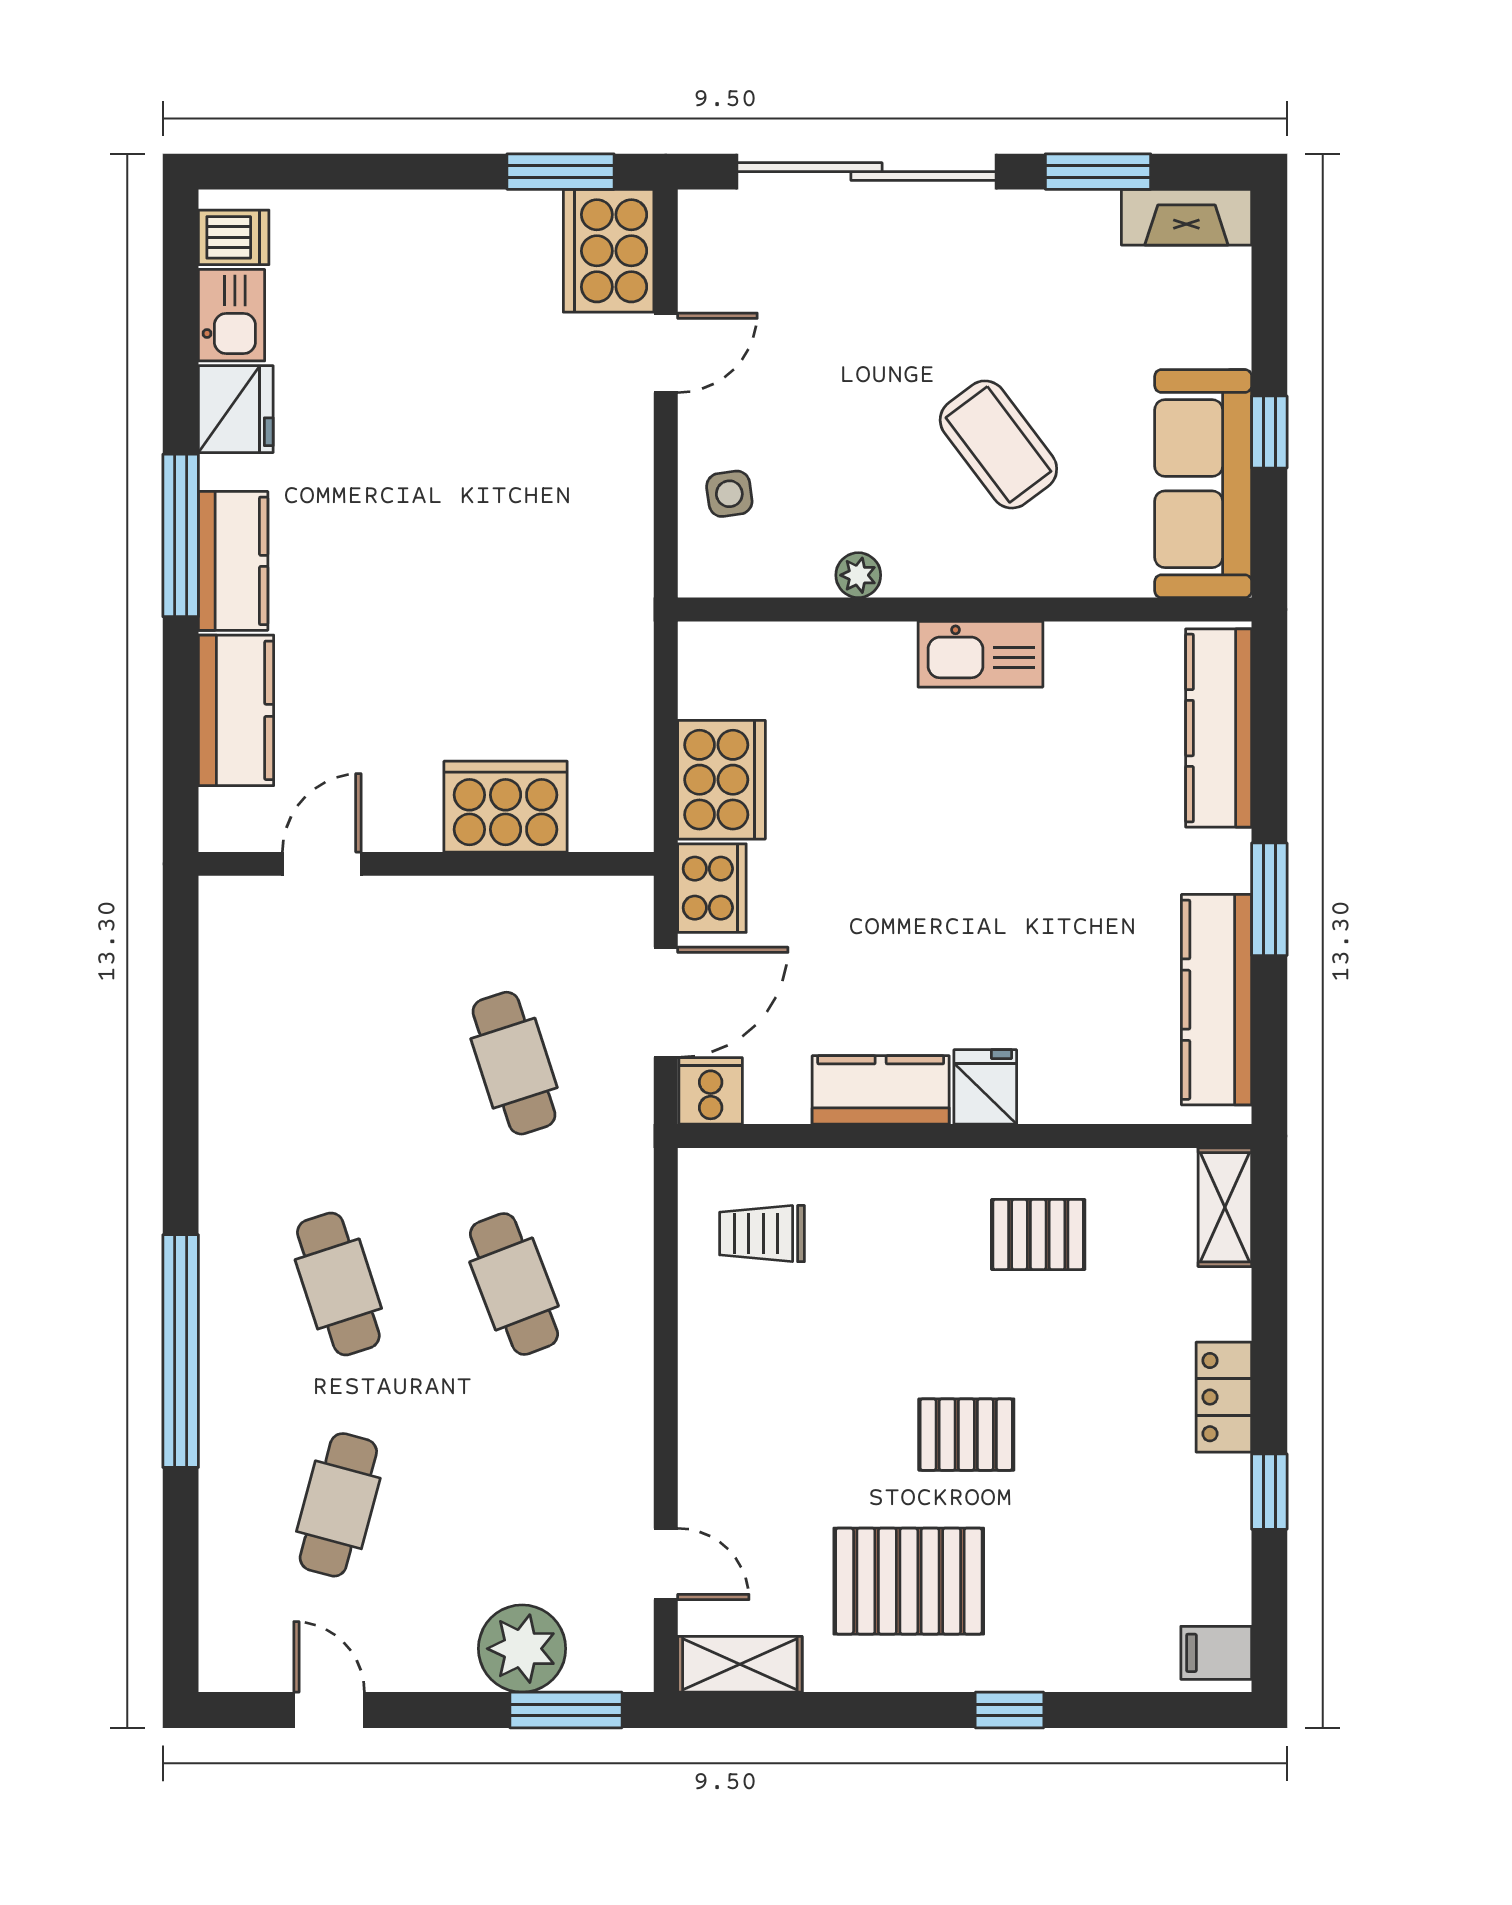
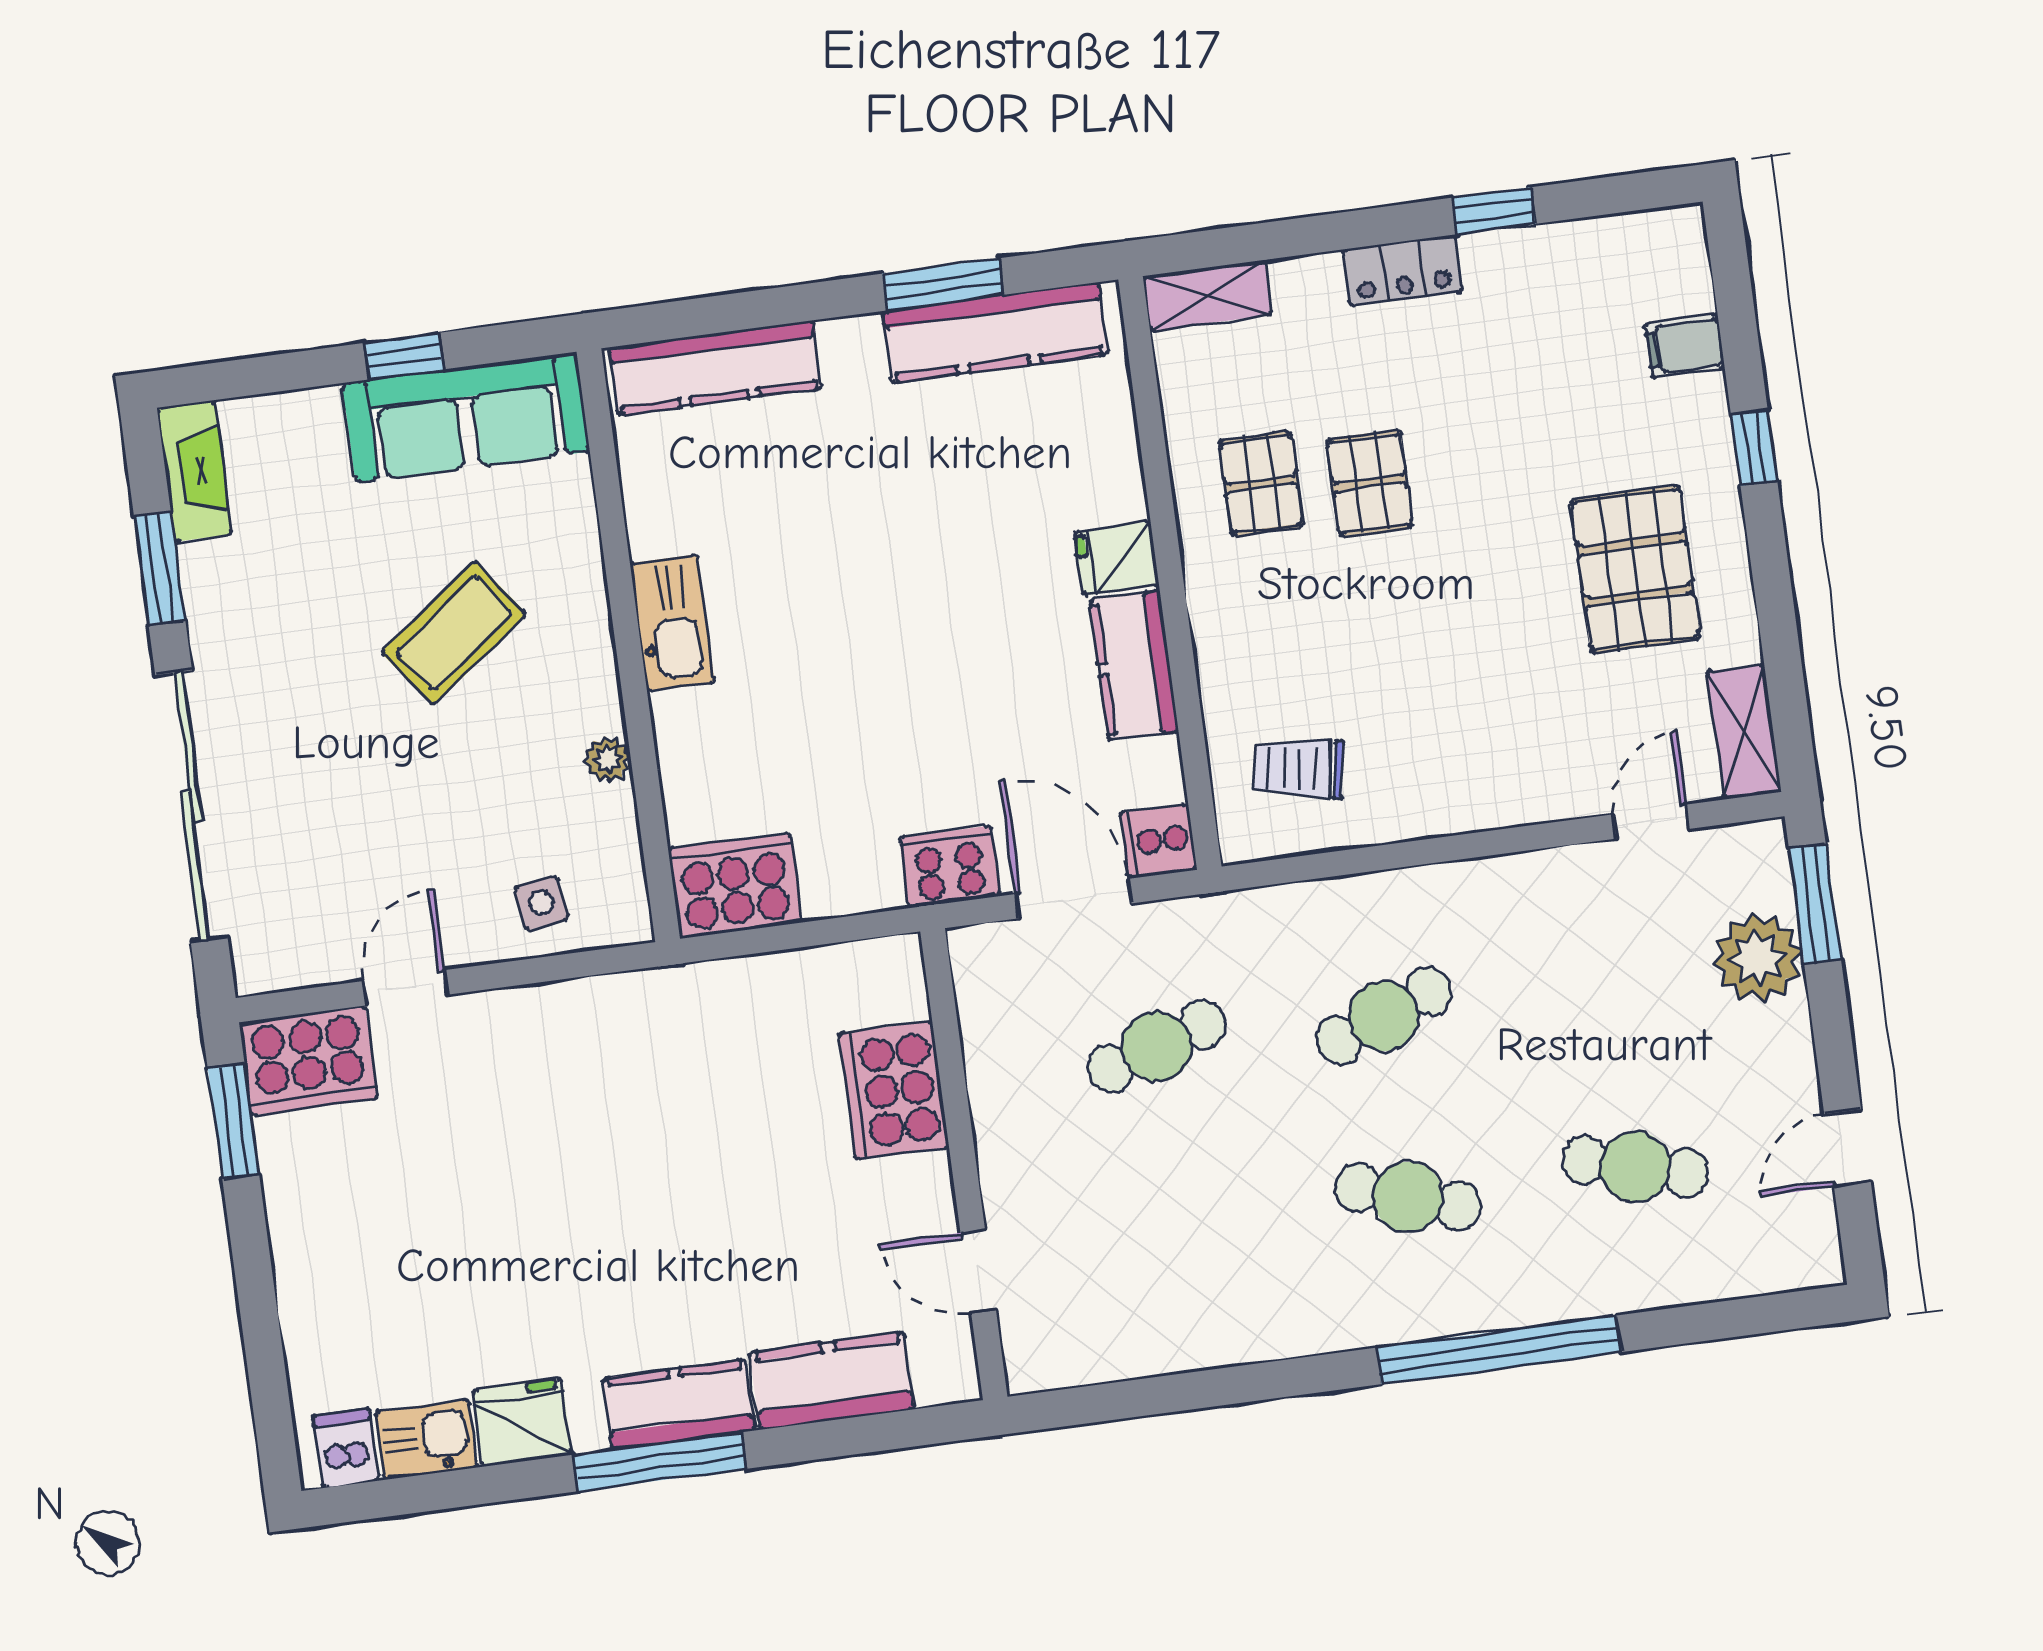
door: (666, 353) -> (405, 988), hinge flipped
cooker: (721, 780) -> (735, 886), moved
window: (1269, 899) -> (943, 284), moved
trolley: (762, 1234) -> (1298, 768), turned 100
cafe table: (338, 1284) -> (1408, 1197), turned 36
pallet: (966, 1435) -> (1370, 483), moved
filing cabinet: (1216, 1653) -> (1685, 346), moved, turned 90

